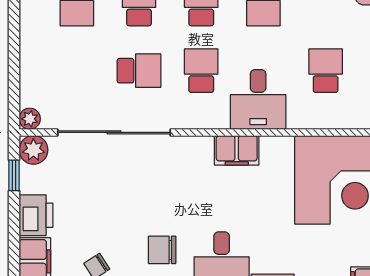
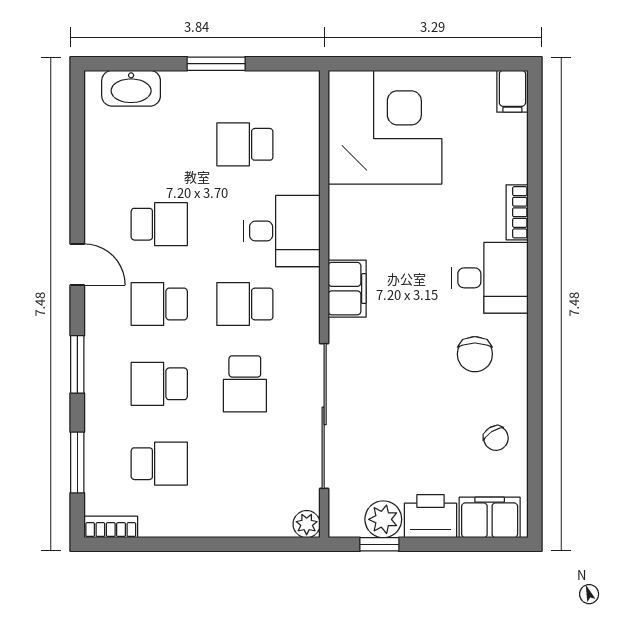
school desk: (139, 71) -> (245, 384), turned 180
plant: (33, 150) -> (383, 519), moved
filing cabinet: (237, 150) -> (347, 289), moved

